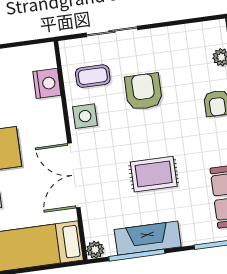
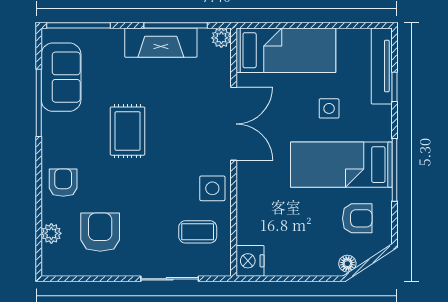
nightstand: (47, 83) -> (250, 261), moved
armchair: (144, 92) -> (100, 232), moved, turned 180
rug: (154, 174) -> (128, 131), moved, turned 90

